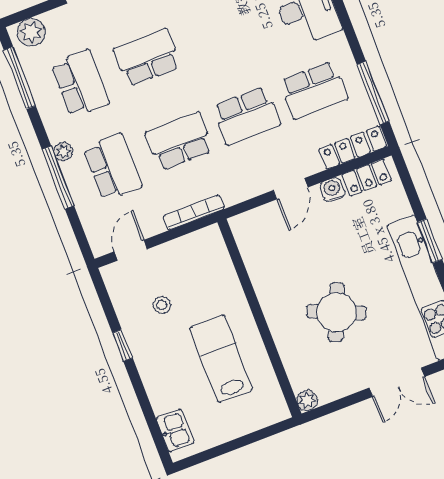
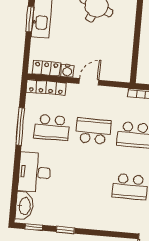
school desk: (313, 90) -> (52, 127), turned 180
window: (373, 93) -> (20, 126), moved

